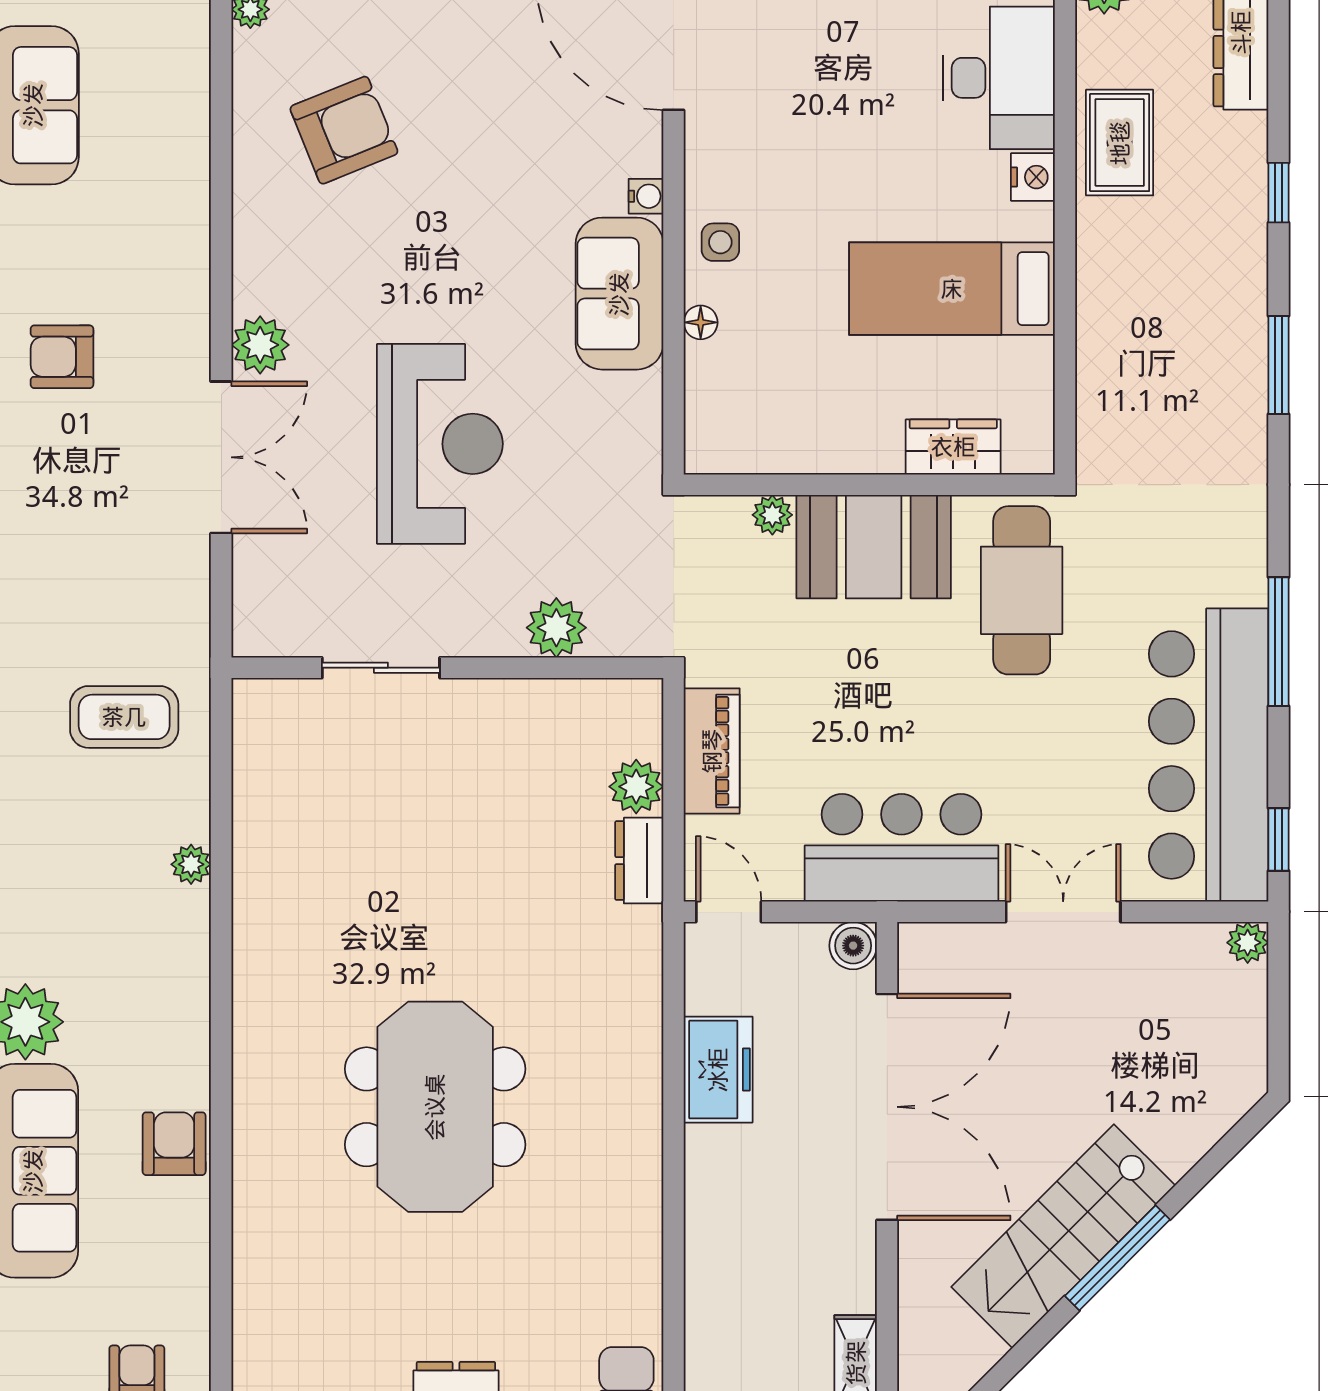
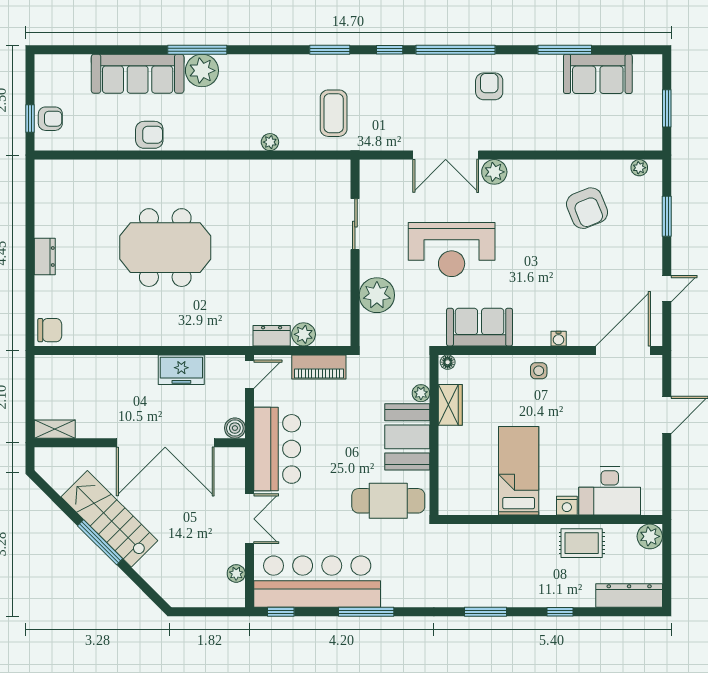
sofa: (619, 294) -> (480, 327), moved
floor lamp: (701, 322) -> (448, 362), moved
wardrobe: (953, 447) -> (450, 405), moved
plant: (556, 628) -> (377, 295), width x1.36, depth x1.36
plant: (1248, 943) -> (236, 573), moved

